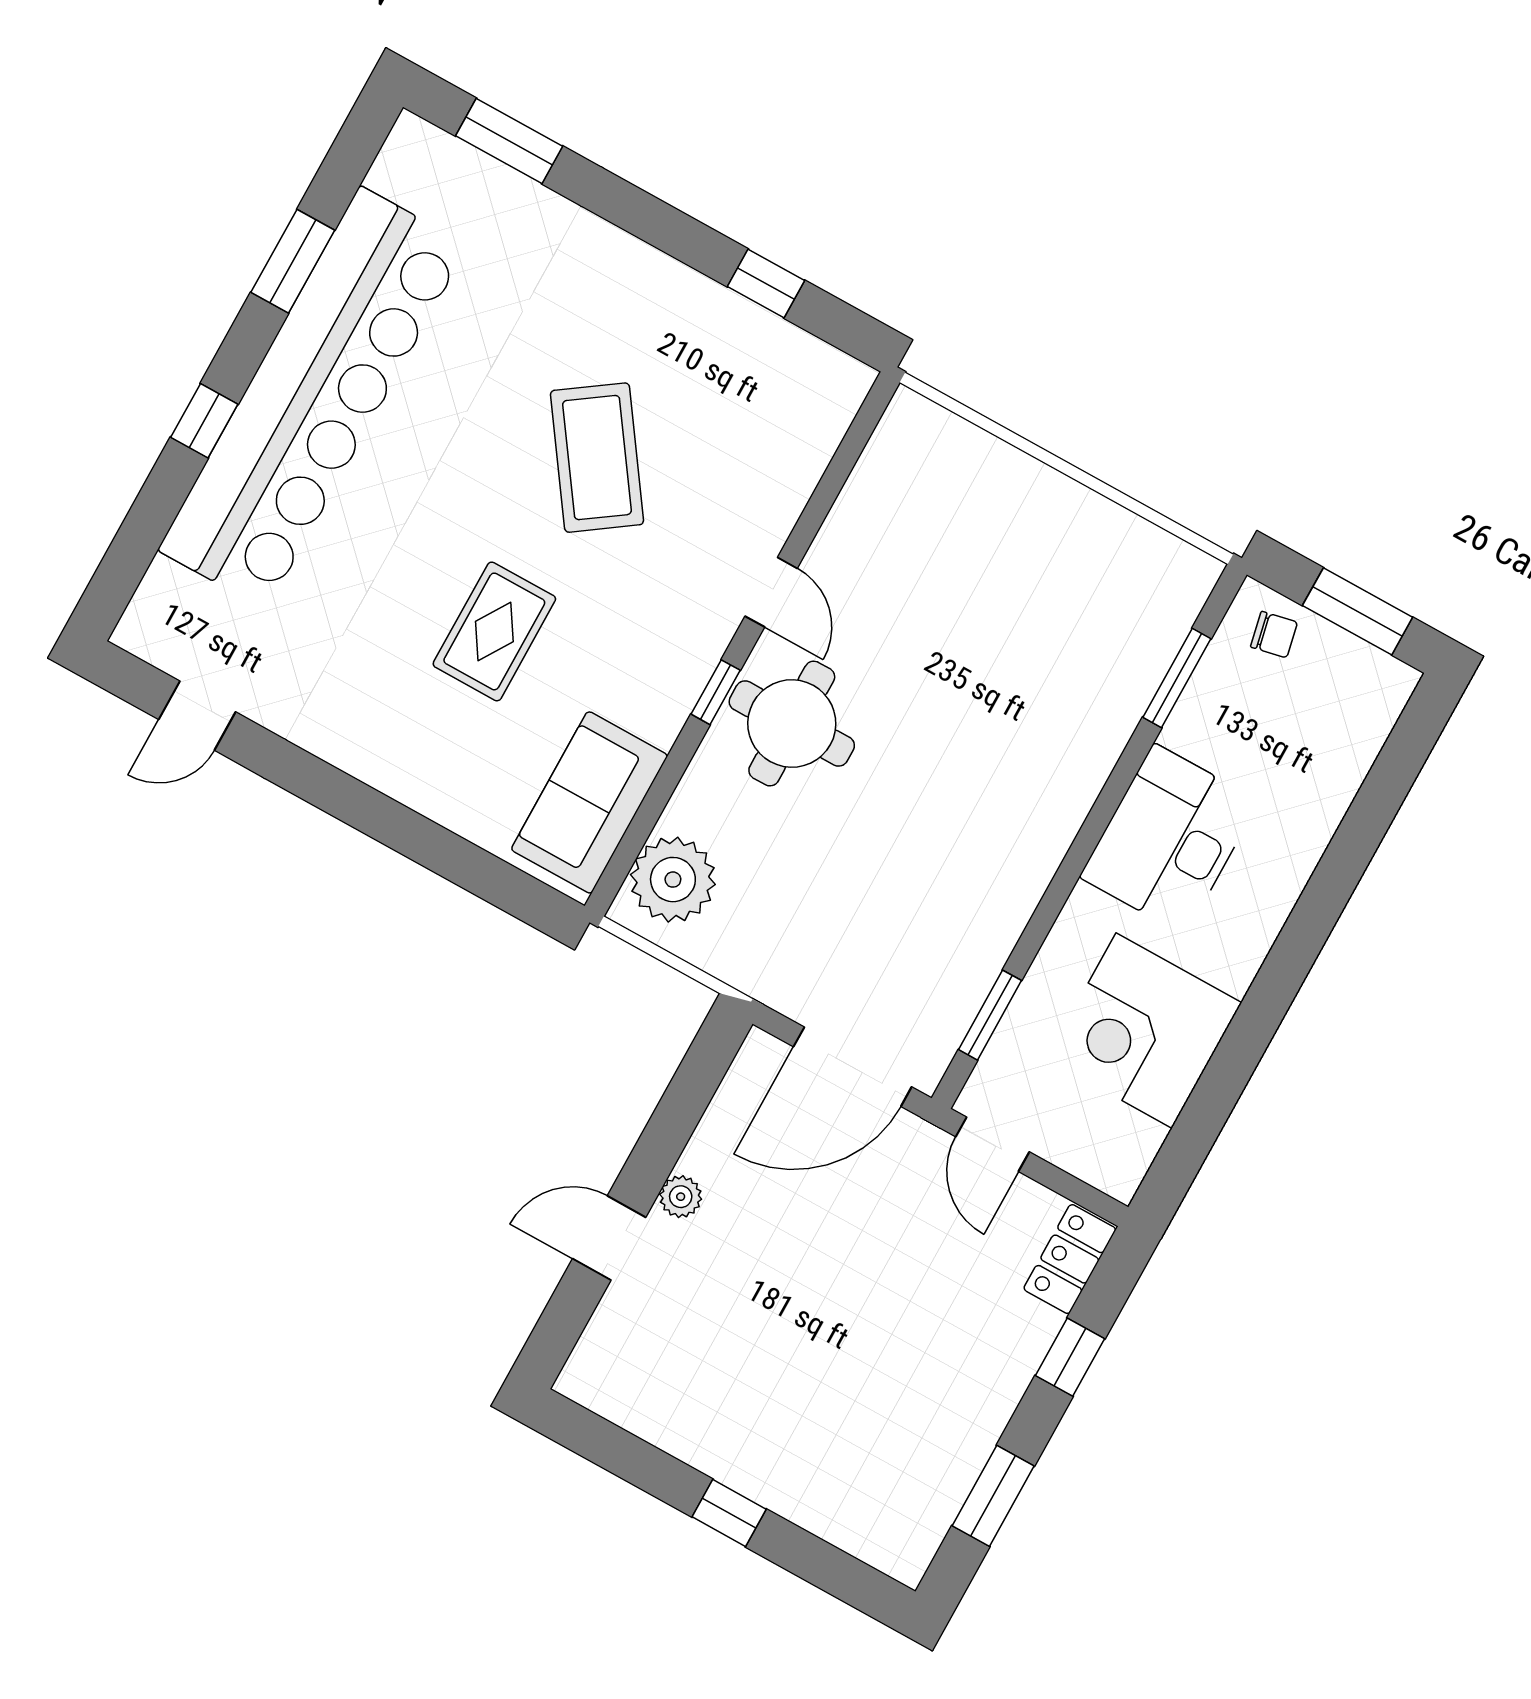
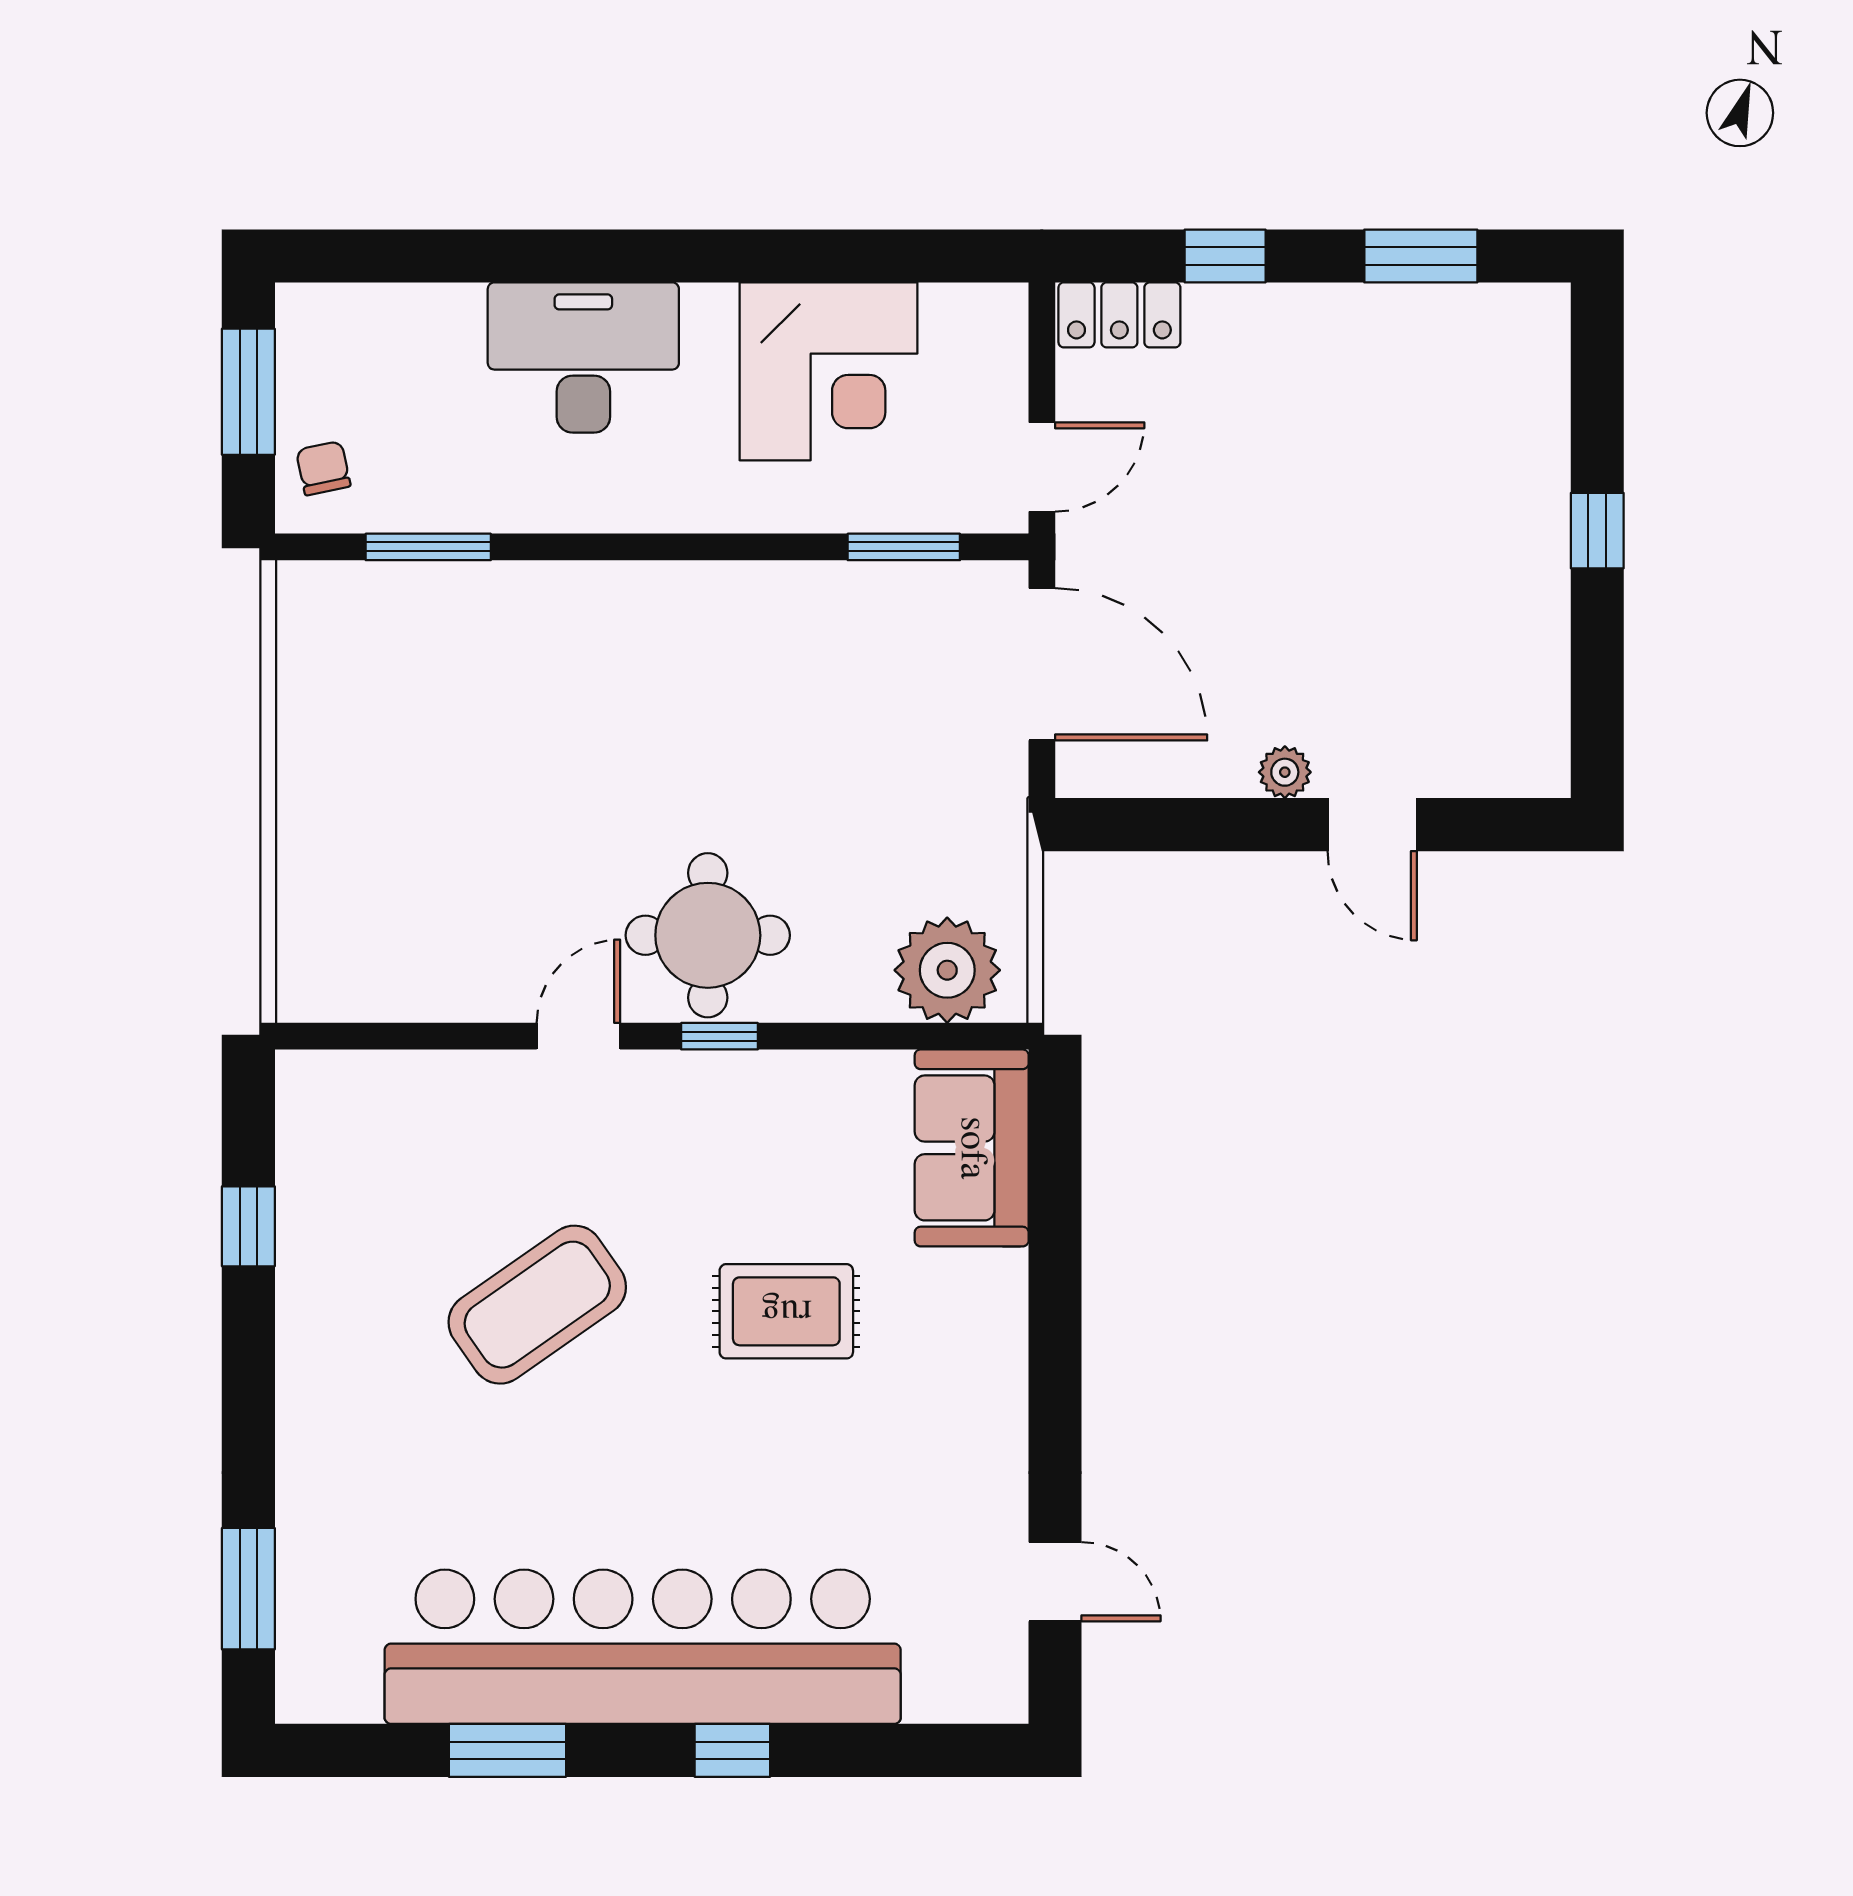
sofa: (589, 802) -> (972, 1148), moved, turned 90
desk: (1169, 839) -> (583, 358), moved, turned 180

